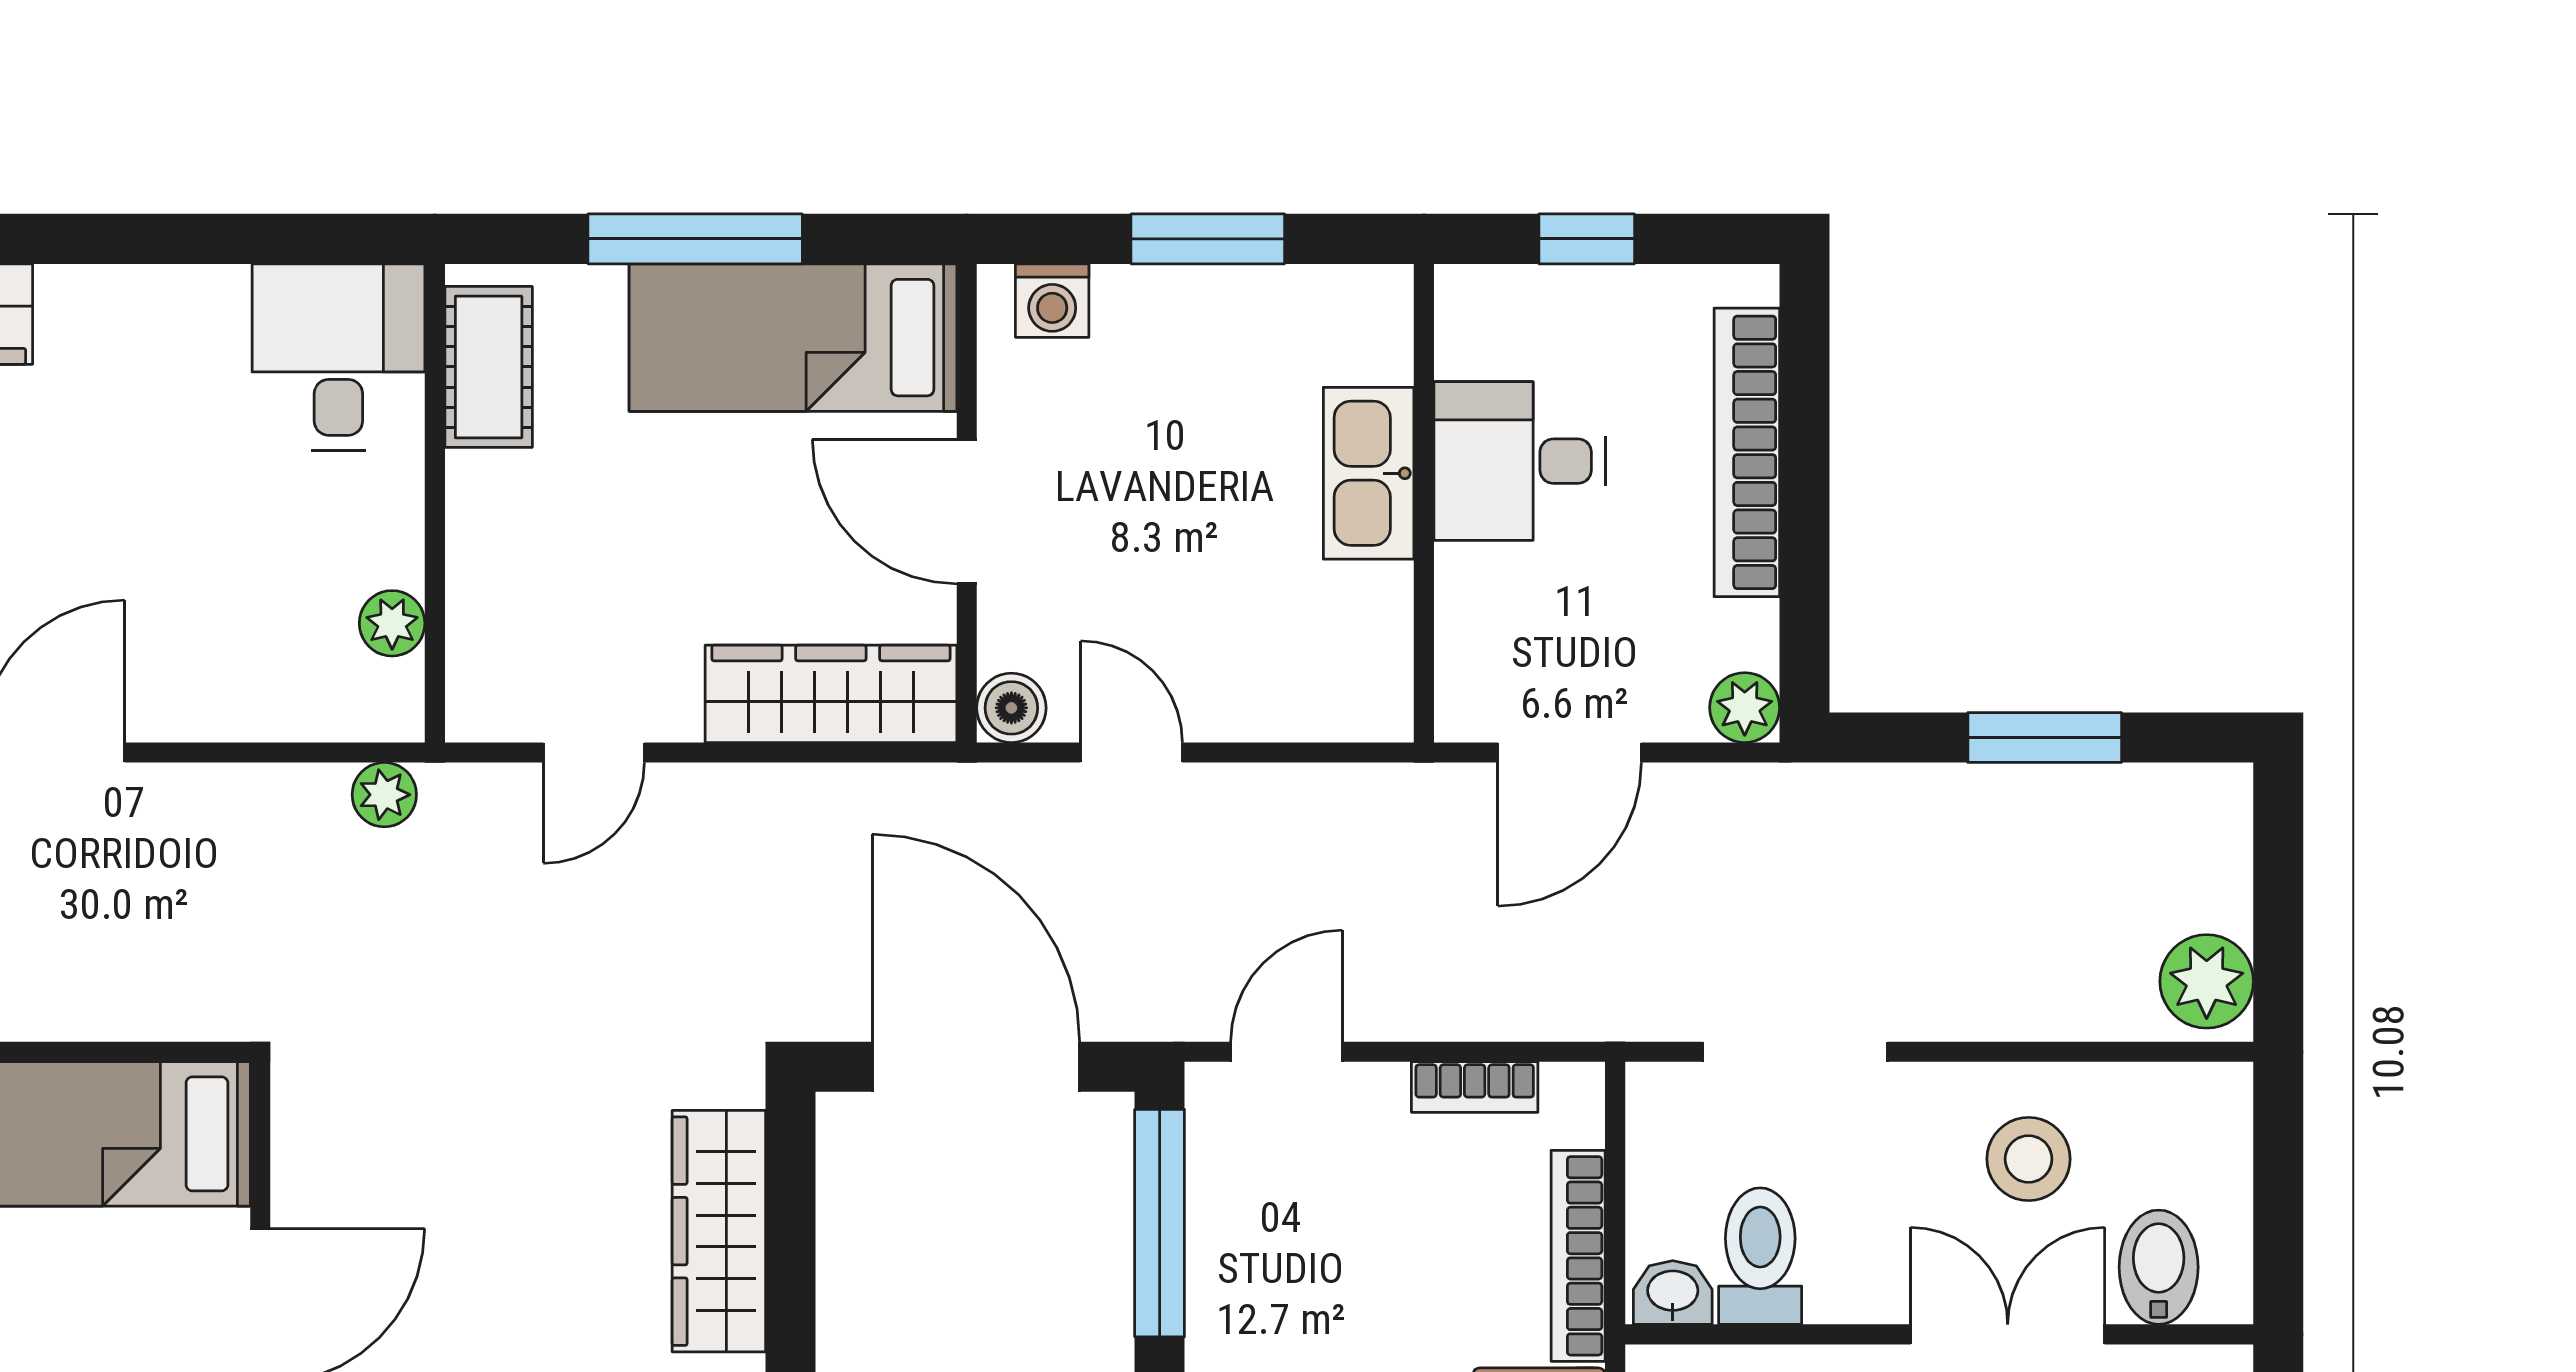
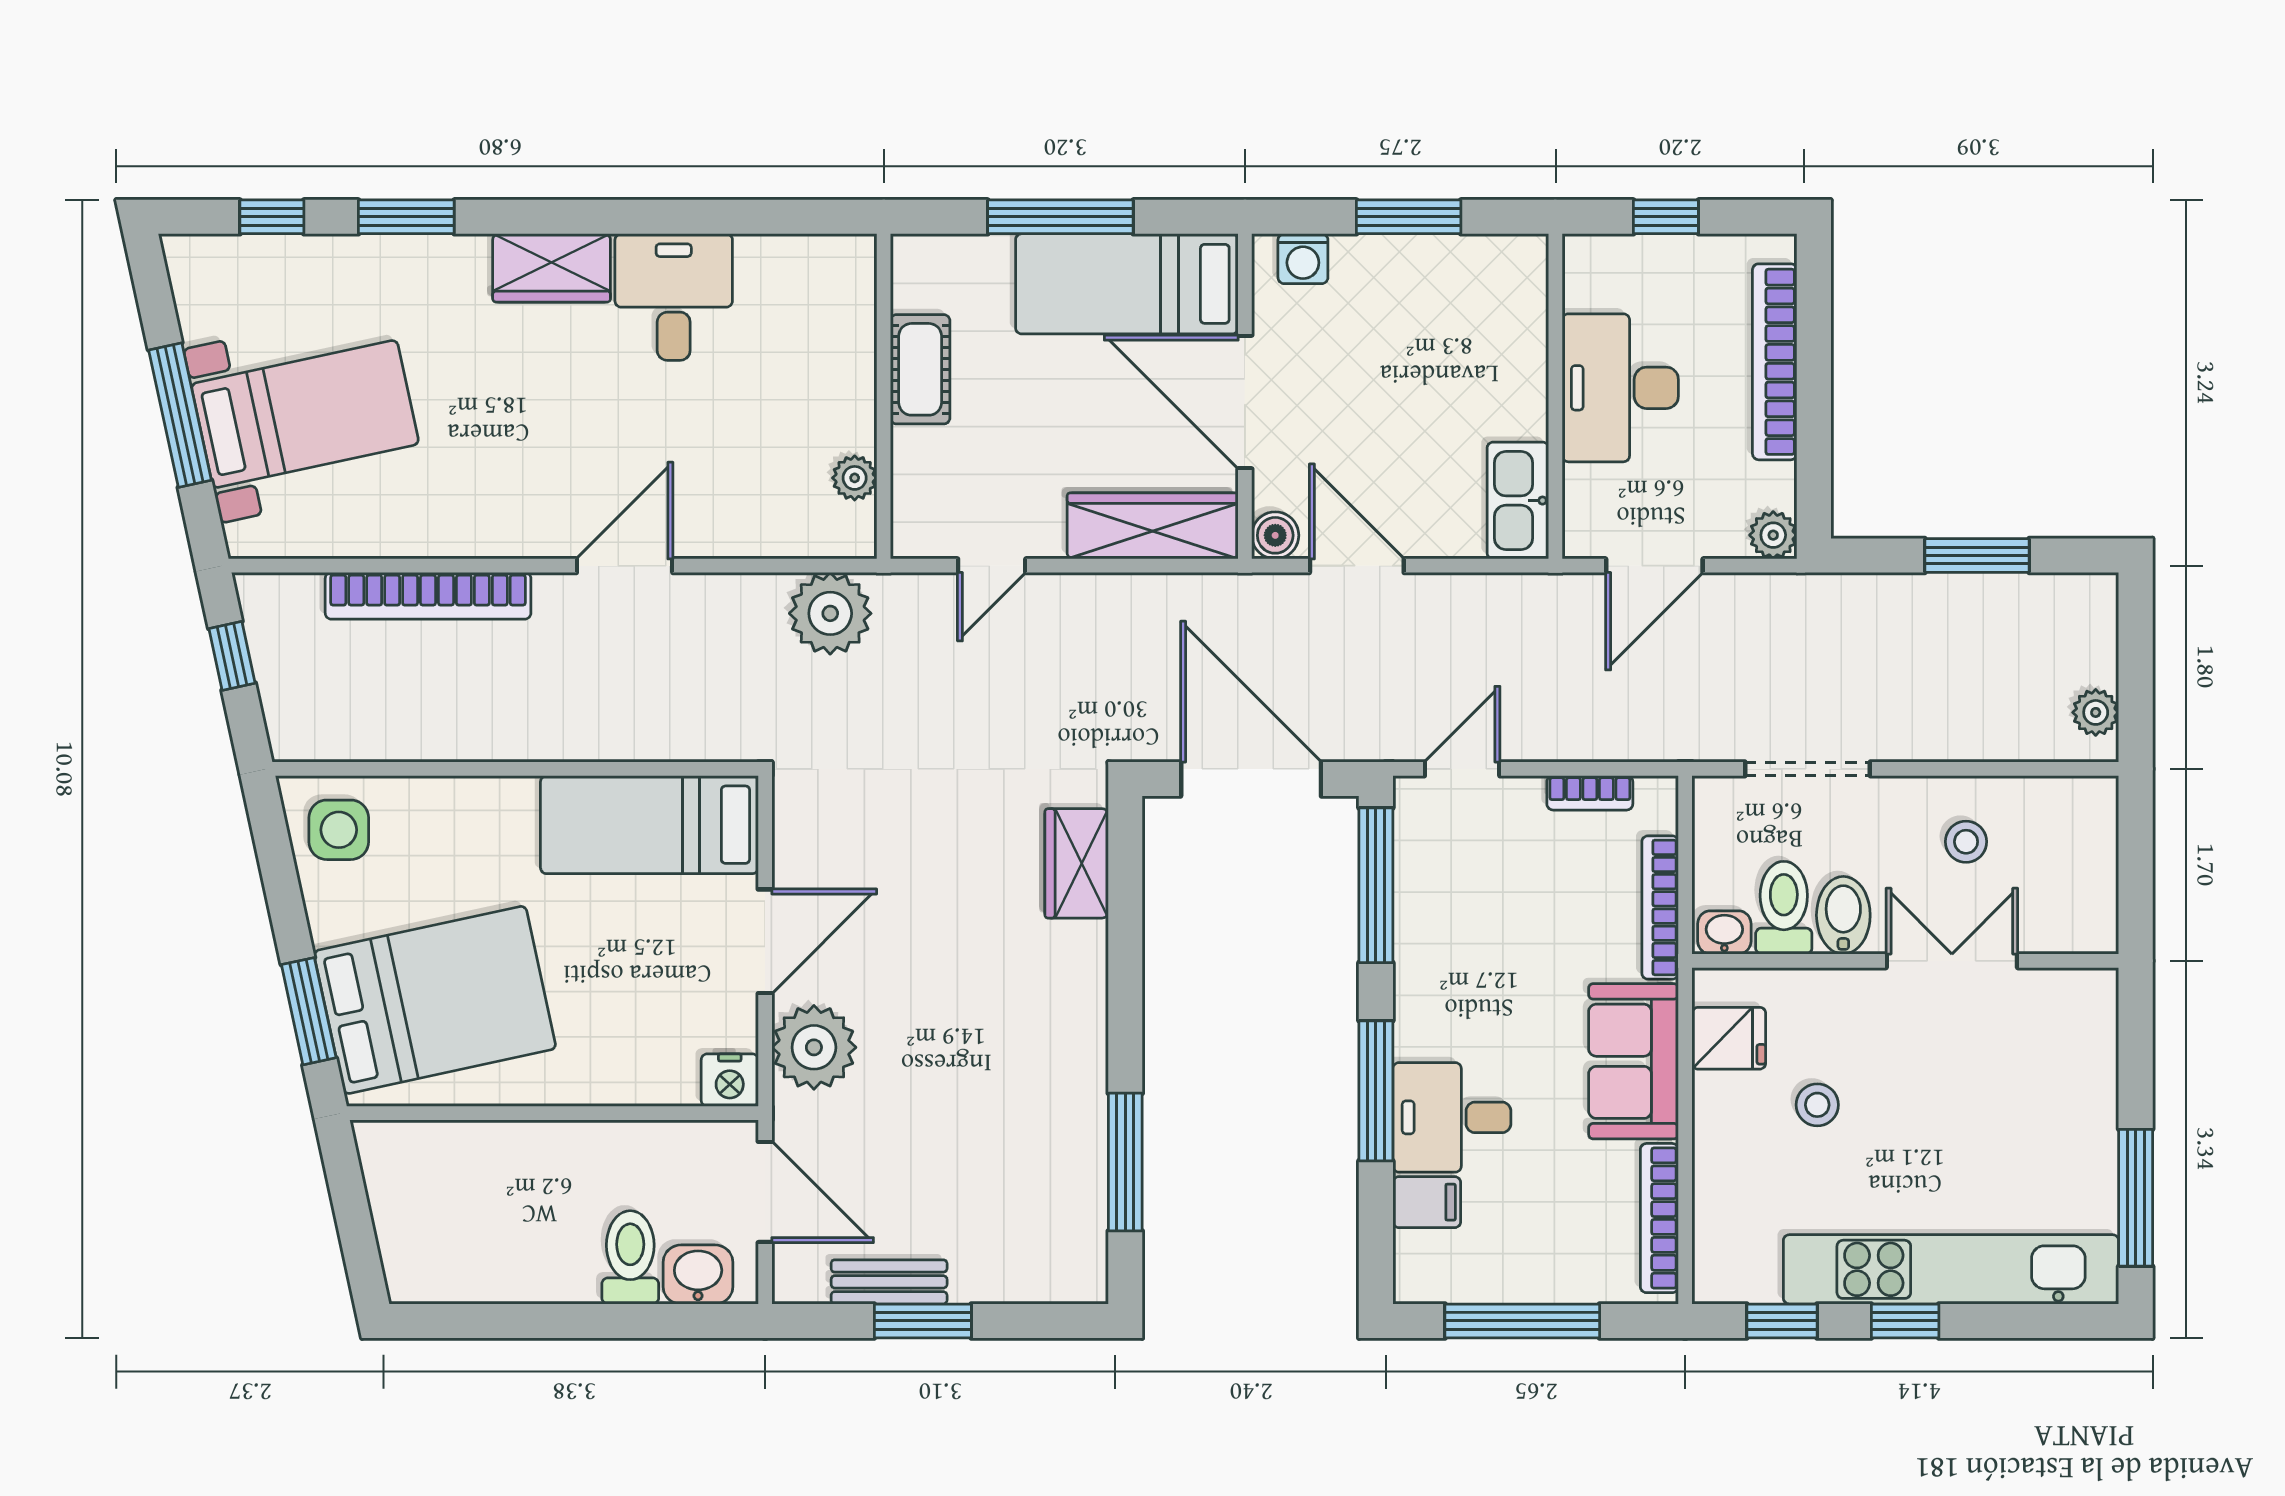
desk: (338, 357) -> (674, 297), moved
cot: (489, 367) -> (920, 369), moved
desk: (1519, 461) -> (1620, 388), width x1.37
kitchen sink: (1369, 473) -> (1518, 501), moved
door: (967, 512) -> (1245, 402), width x1.36
door: (1132, 753) -> (1357, 566), width x1.37
plant: (384, 795) -> (830, 613), width x1.88, depth x1.88
plant: (2207, 981) -> (2096, 712), width x0.73, depth x0.73
stool: (2029, 1159) -> (1966, 842), width x0.73, depth x0.73
wardrobe: (719, 1231) -> (1077, 863), width x0.67
bidet: (2159, 1267) -> (1843, 915), moved

